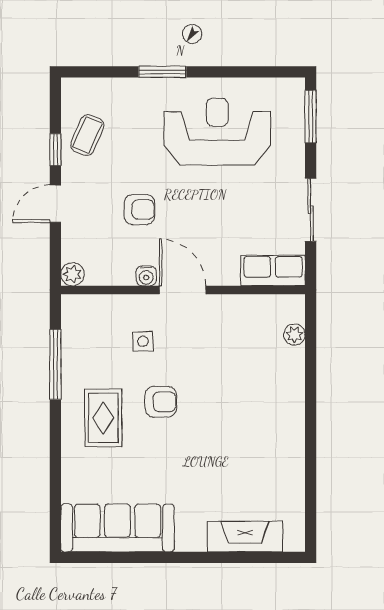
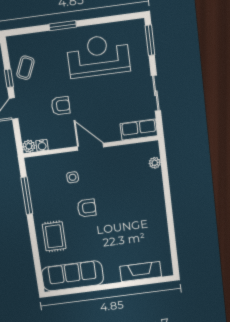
water cooler: (146, 276) -> (42, 145), moved
rug: (103, 418) -> (54, 236), moved

